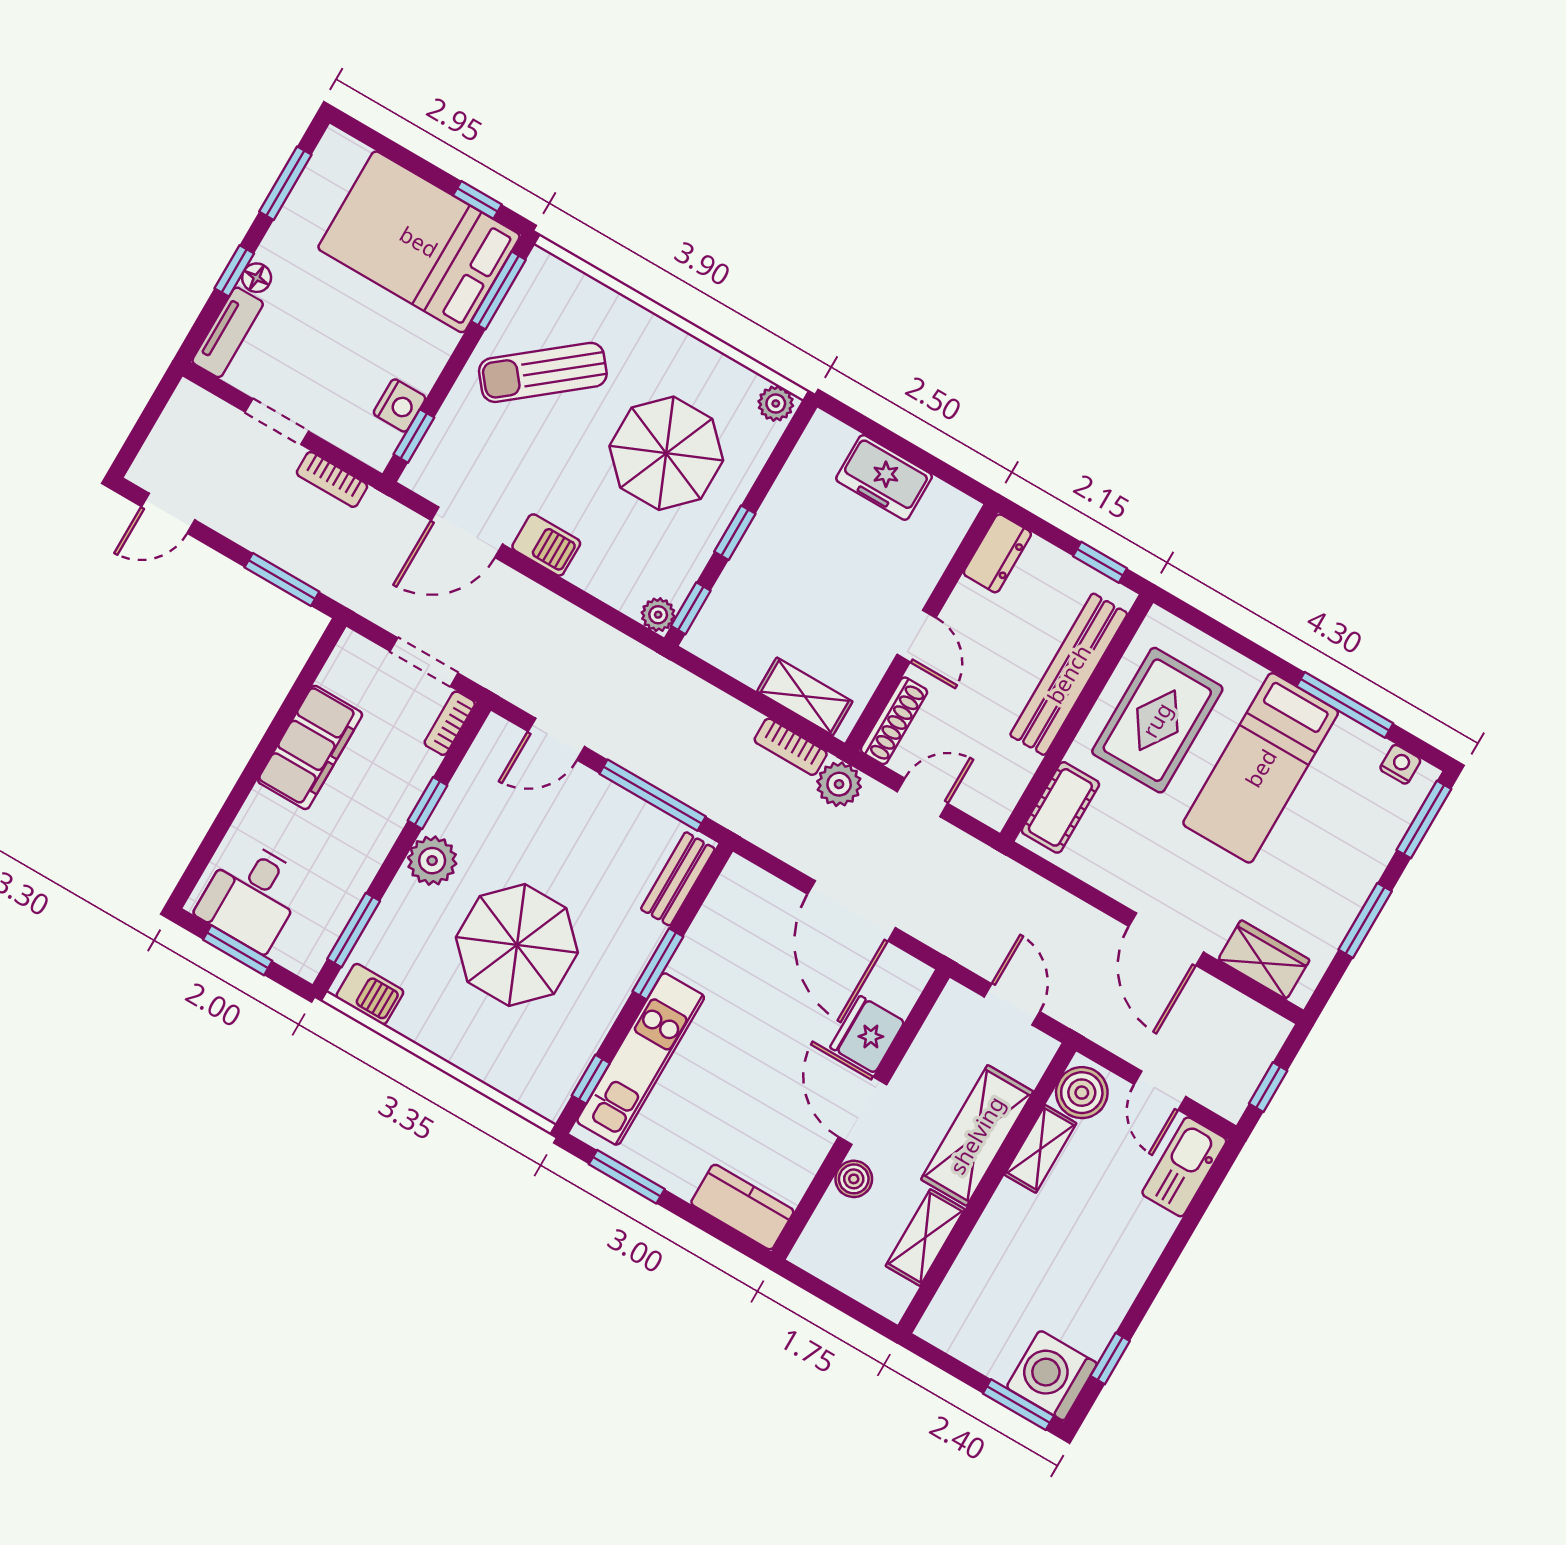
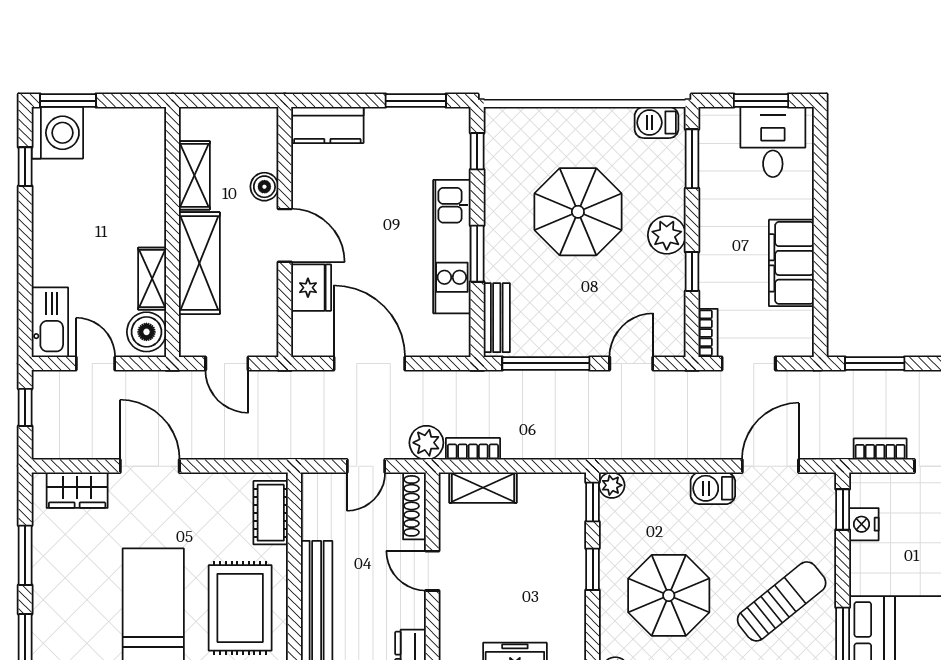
kitchen unit: (641, 1059) -> (452, 247), moved

